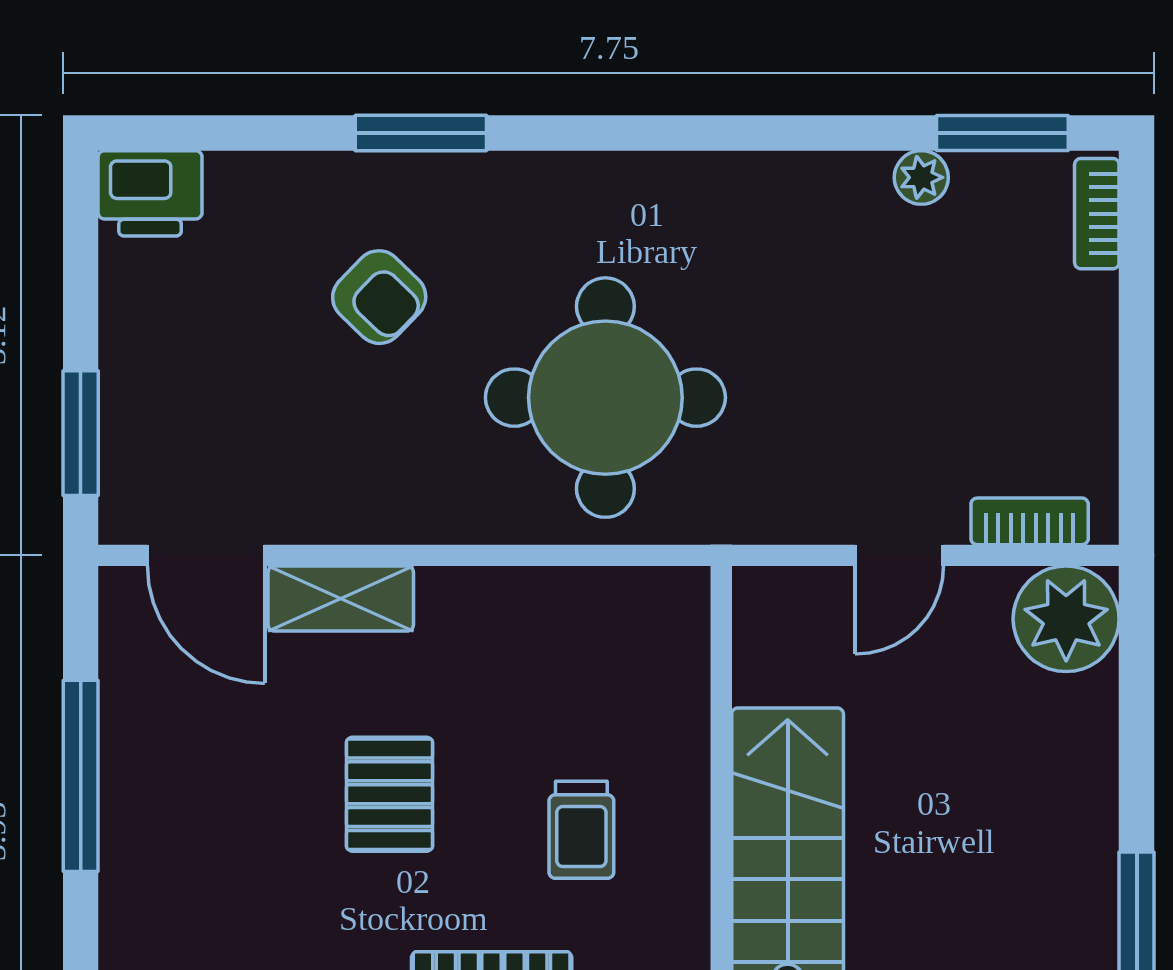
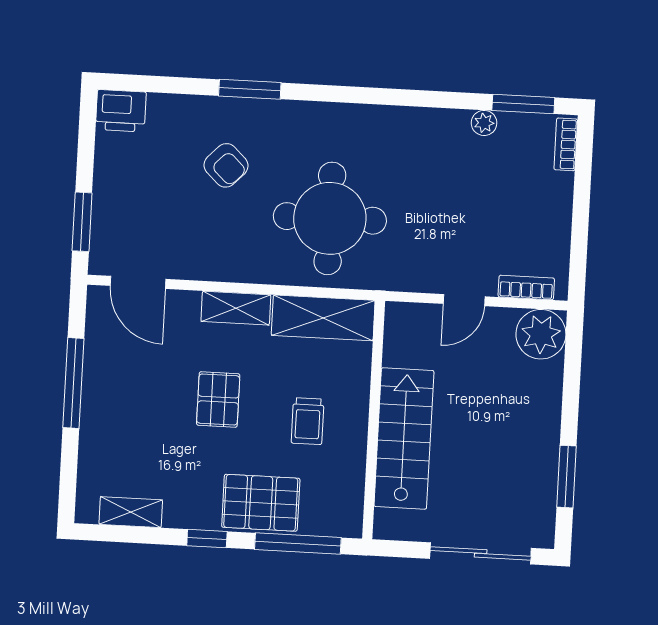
shelving: (341, 599) -> (236, 308), moved
shelving: (603, 609) -> (323, 318), added

